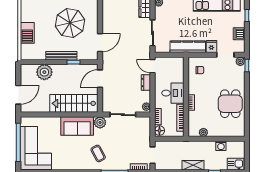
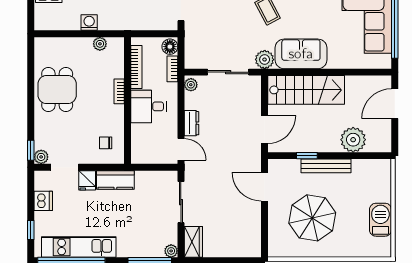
barbecue: (27, 33) -> (380, 220), moved
door: (100, 43) -> (264, 187), hinge flipped
kitchen counter: (188, 47) -> (115, 180), width x0.67
washing machine: (221, 146) -> (89, 23), moved

